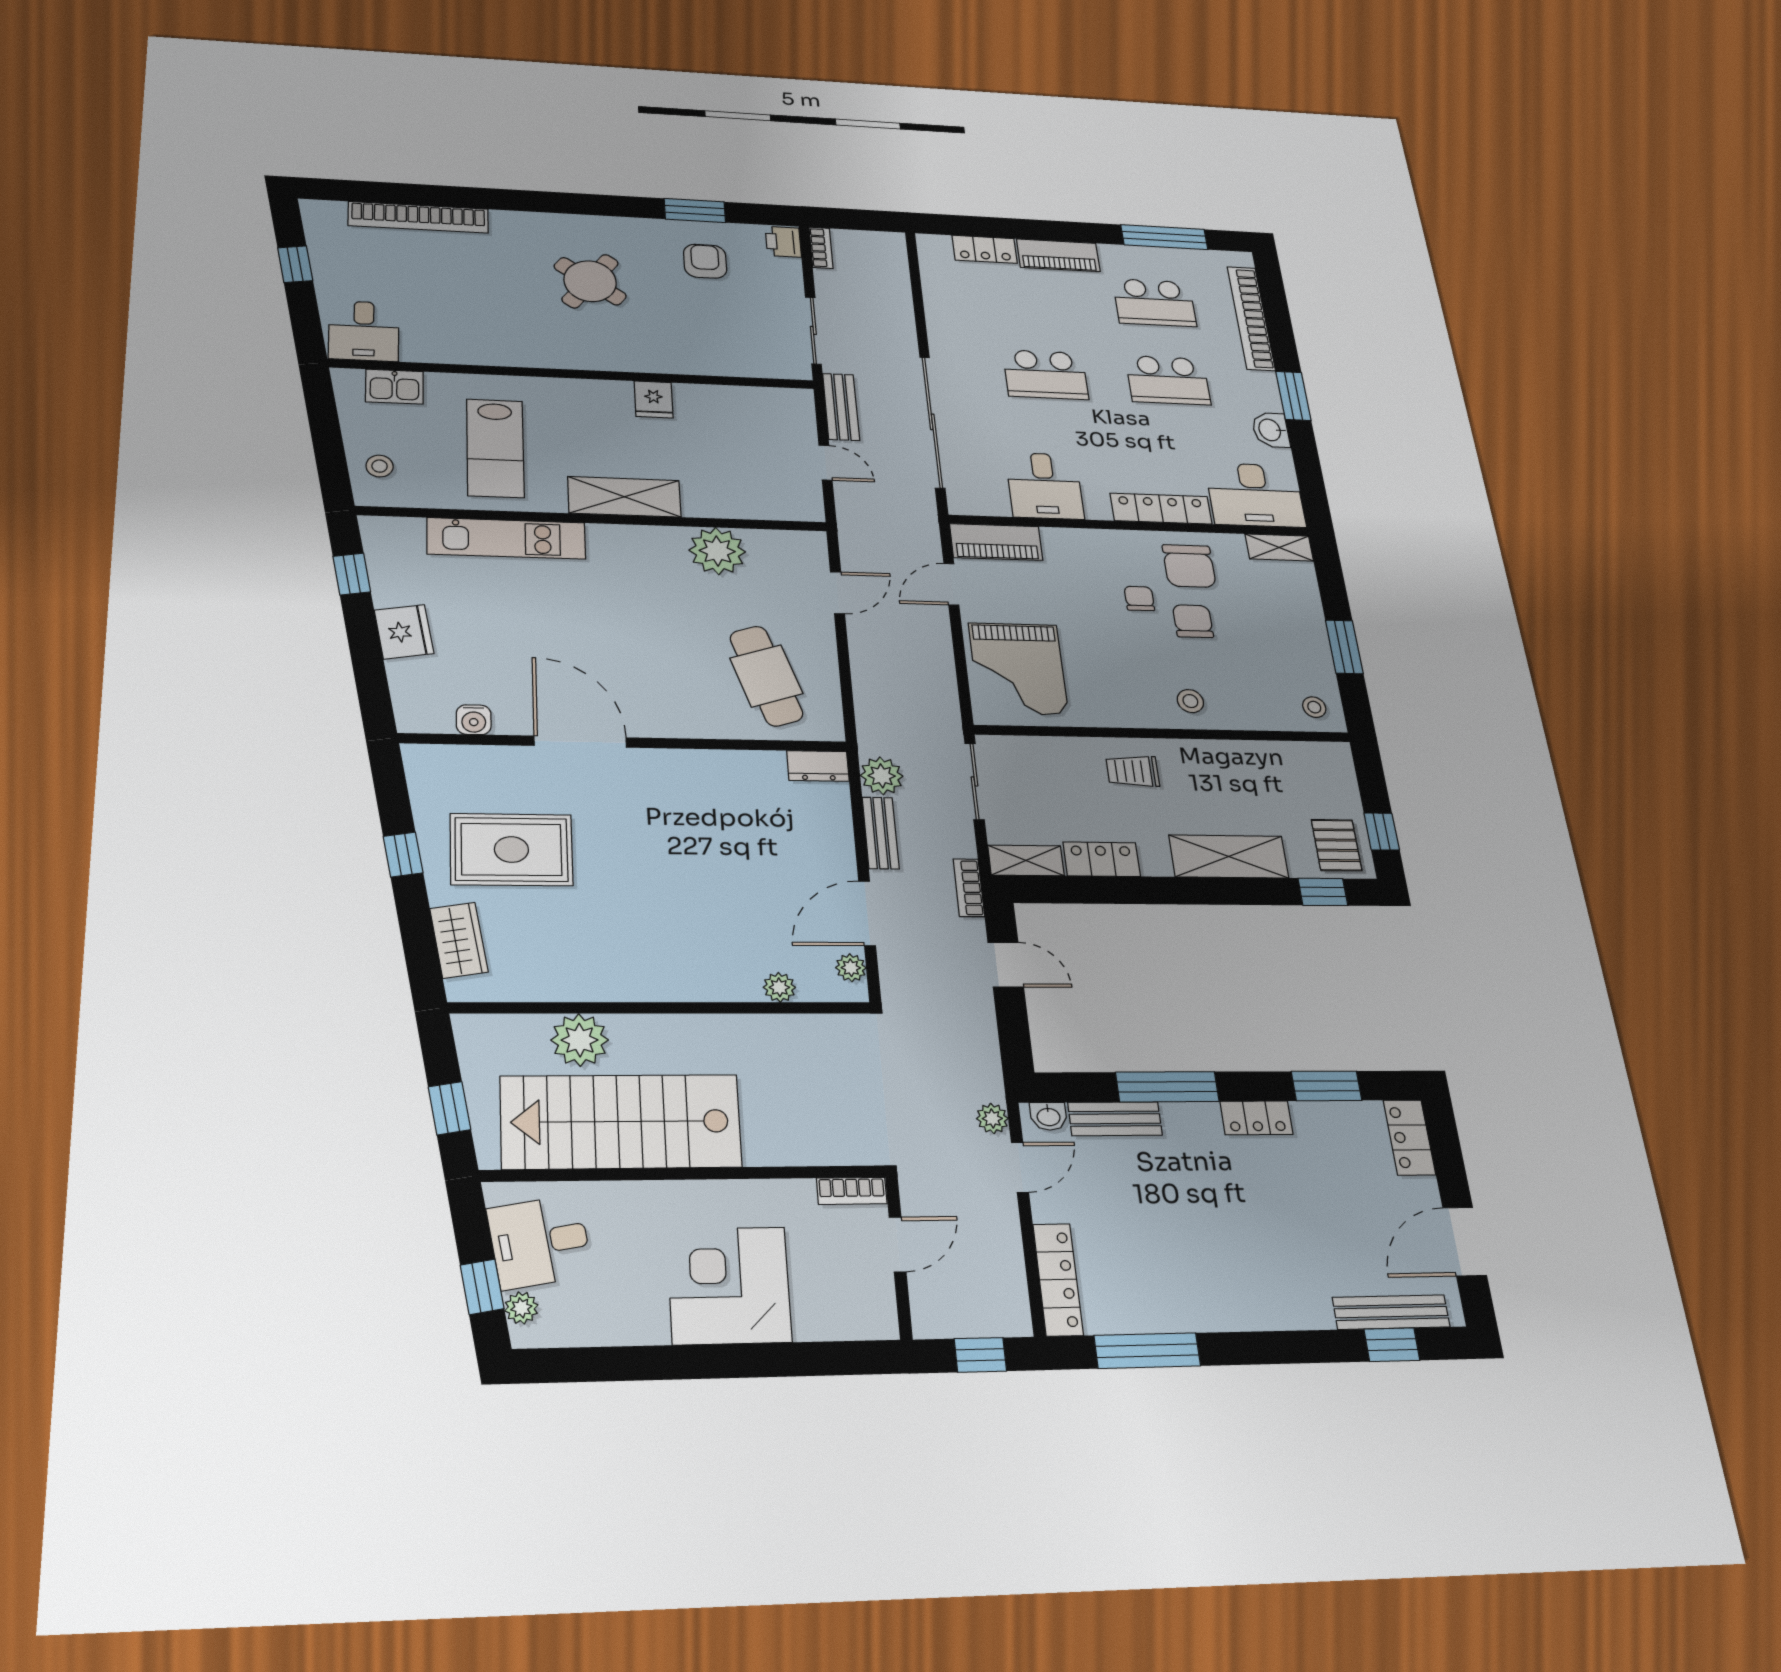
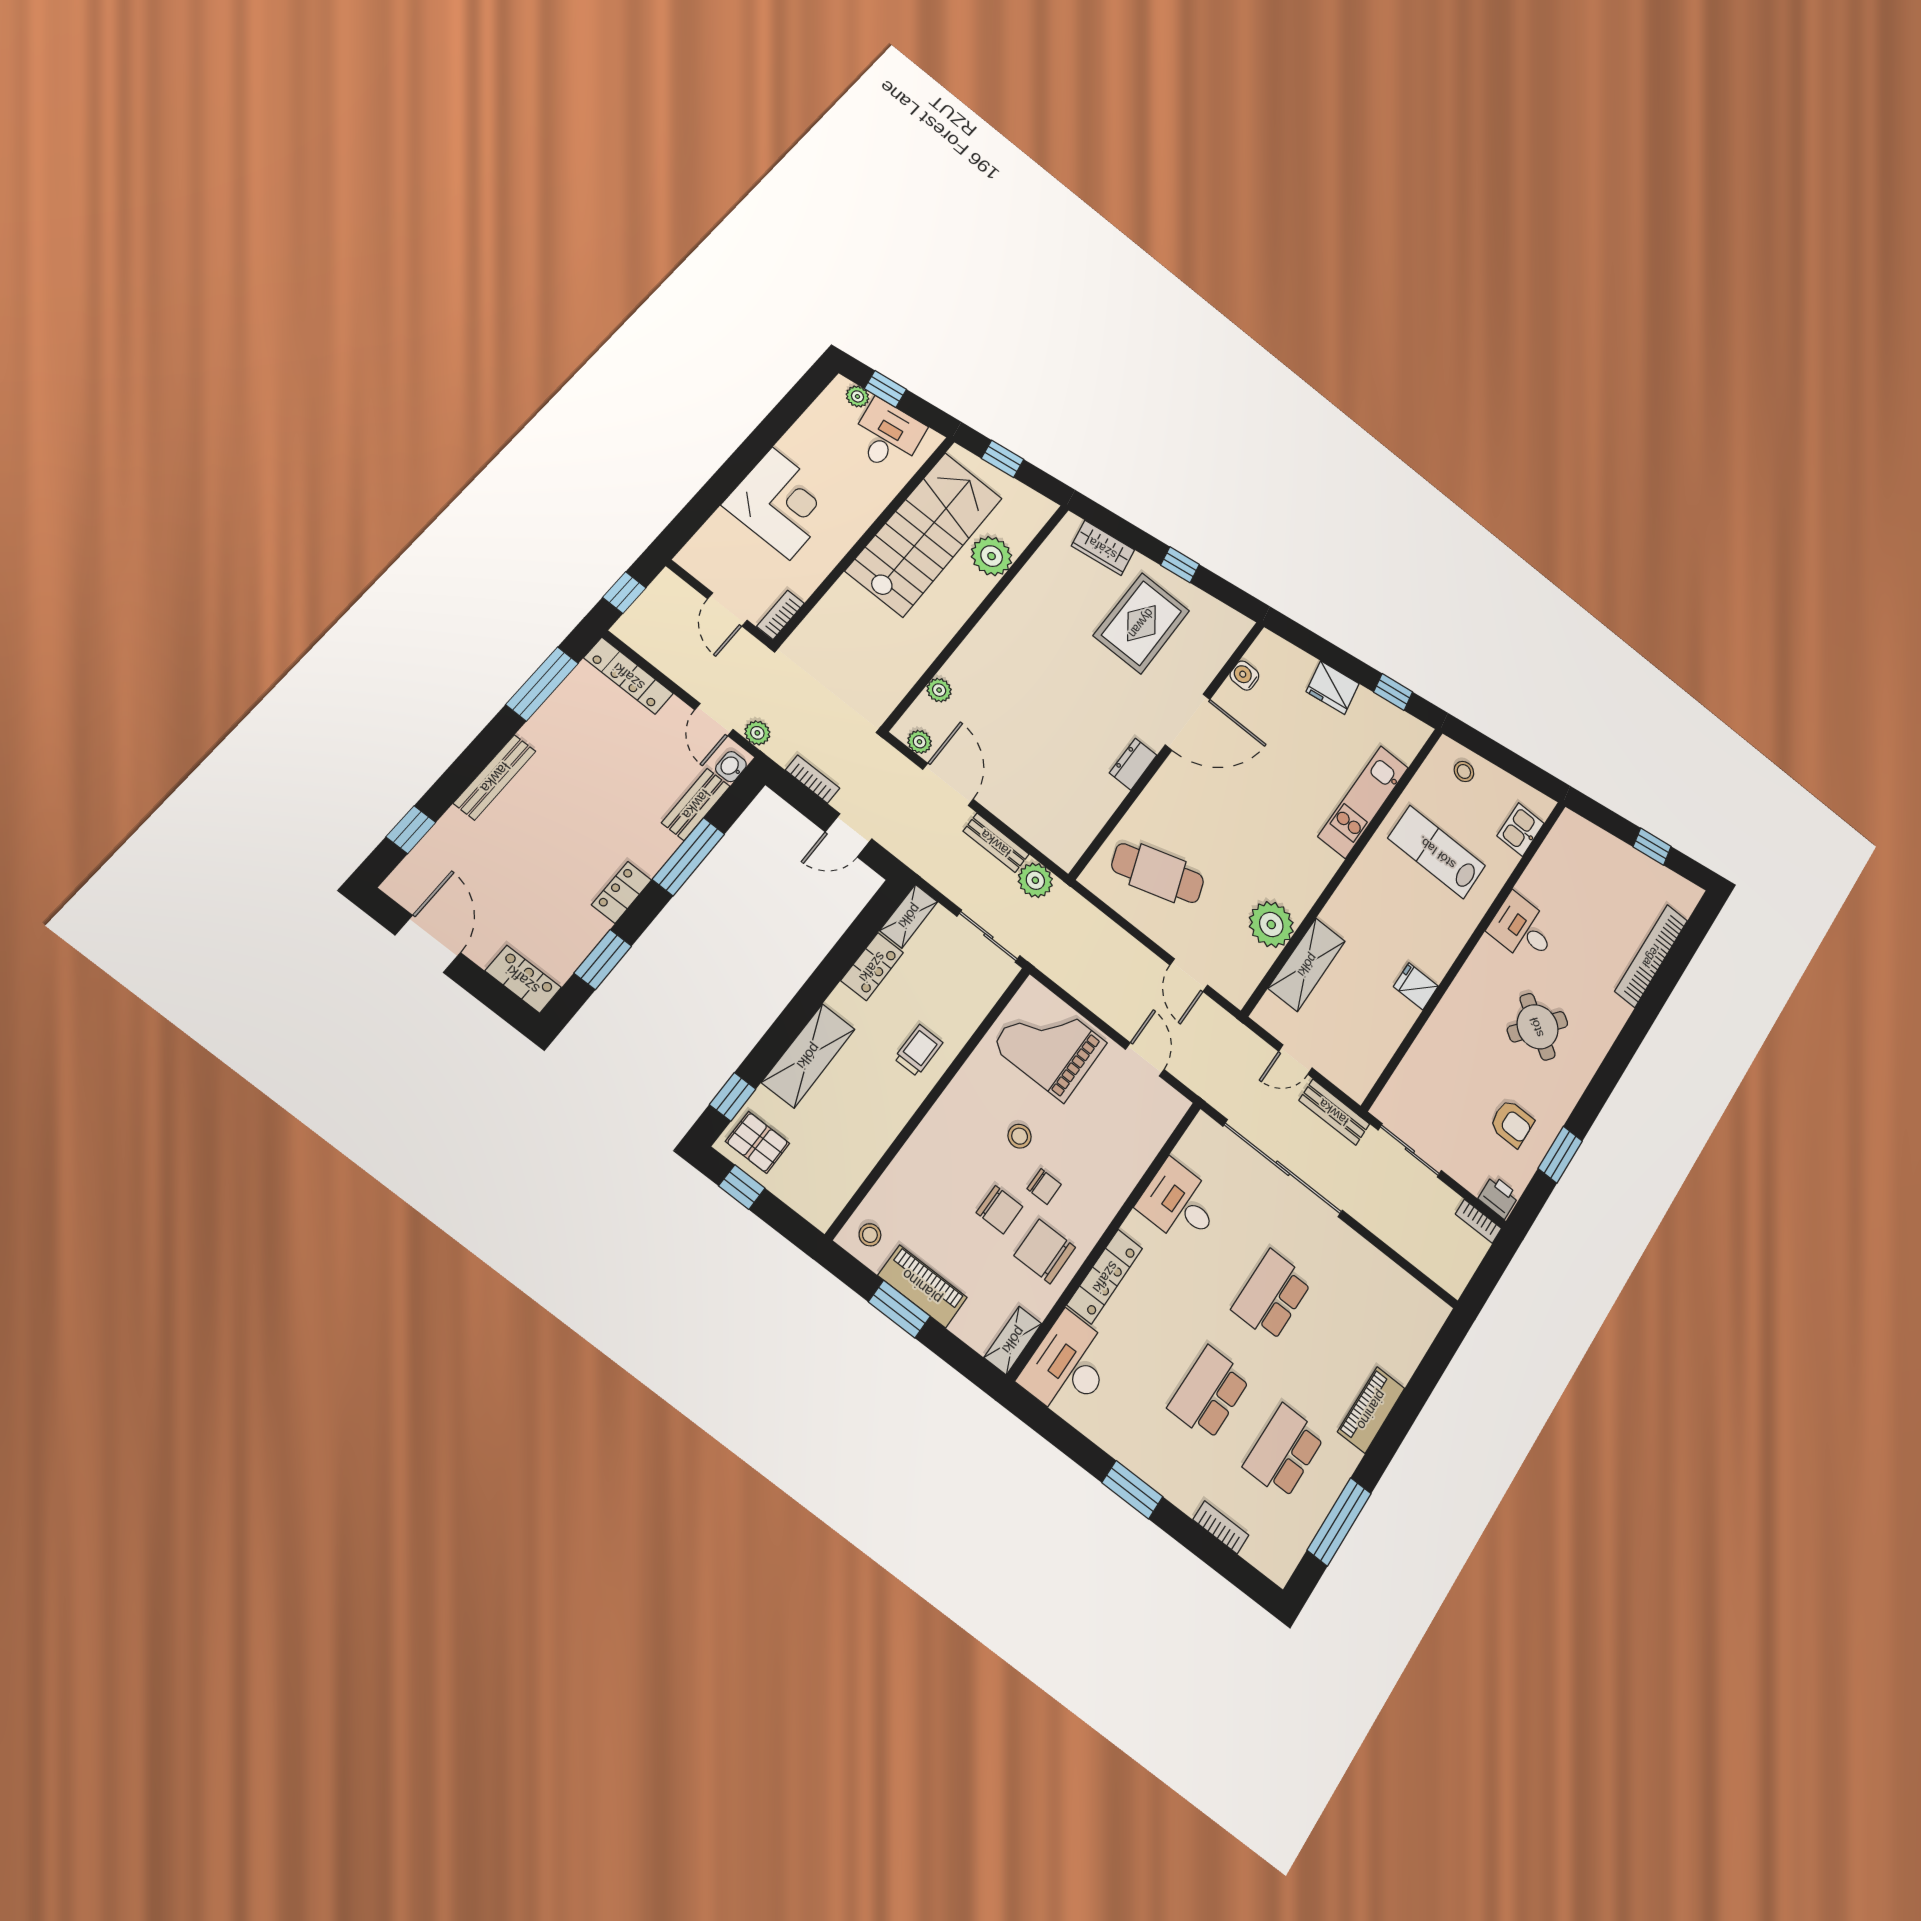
locker: (985, 249) -> (1409, 1352), removed
bookcase: (1251, 318) -> (1221, 1527), width x0.43, depth x0.76
desk: (364, 331) -> (1522, 929), moved
washbasin: (1271, 430) -> (1115, 1438), removed
shelving: (624, 497) -> (1307, 965), moved
piano: (996, 542) -> (922, 1286), moved, turned 90
stool: (1190, 701) -> (1020, 1136), moved
dresser: (818, 766) -> (1133, 764), moved
bookcase: (969, 888) -> (813, 779), moved
bench: (1391, 1312) -> (495, 777), moved

